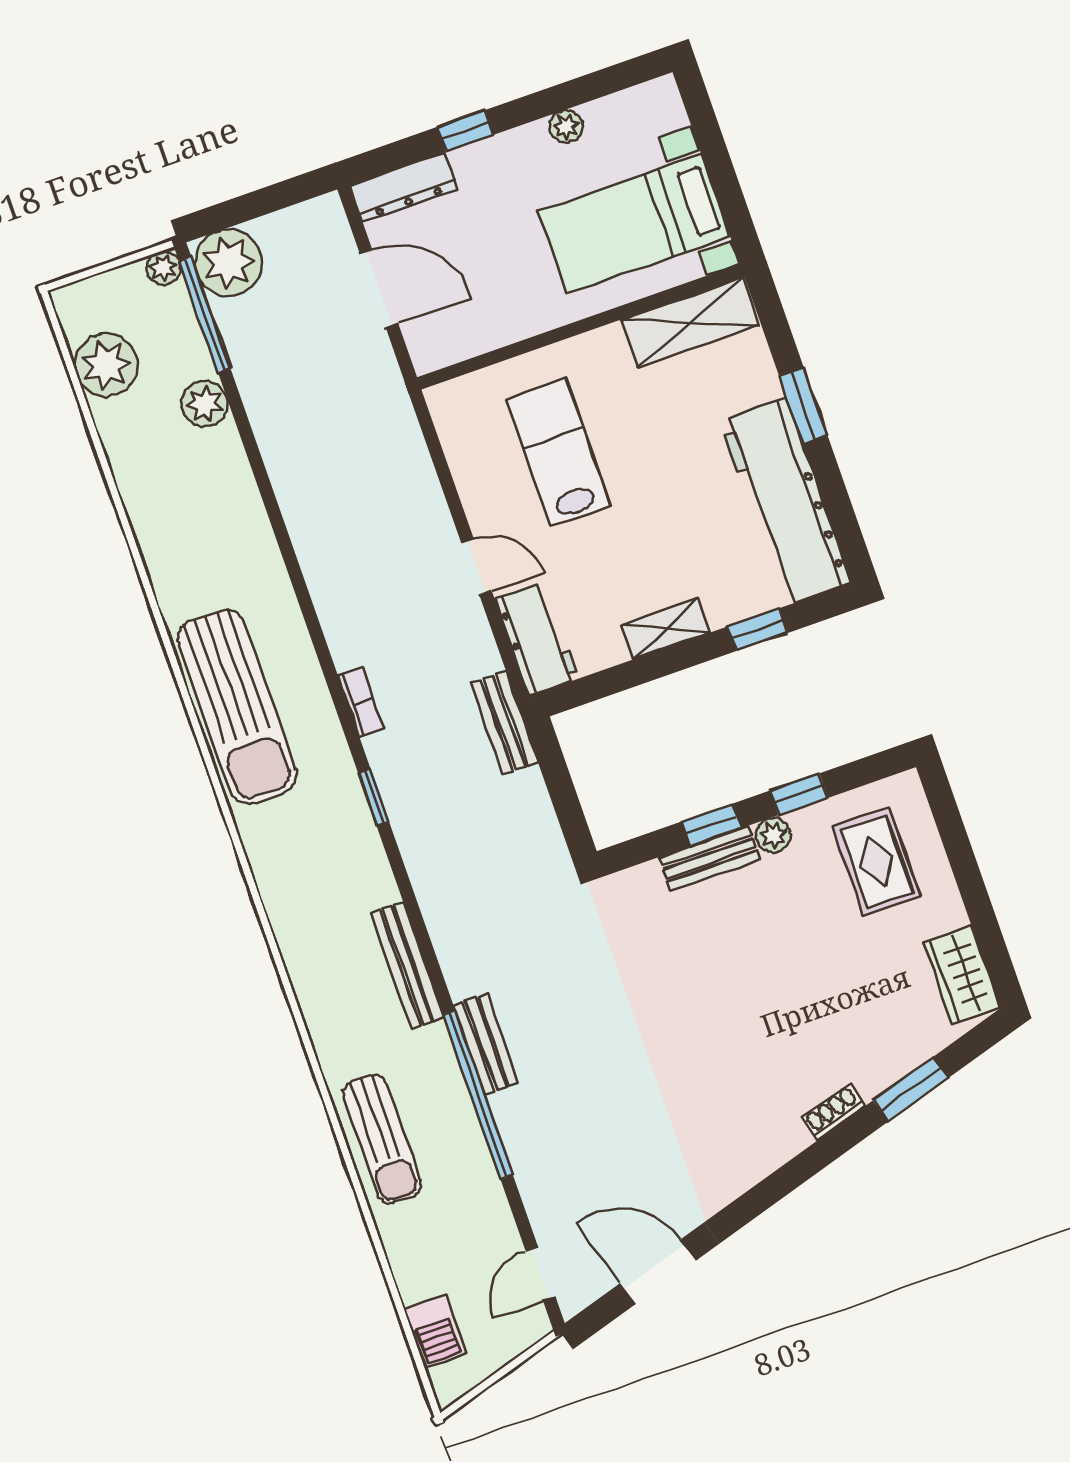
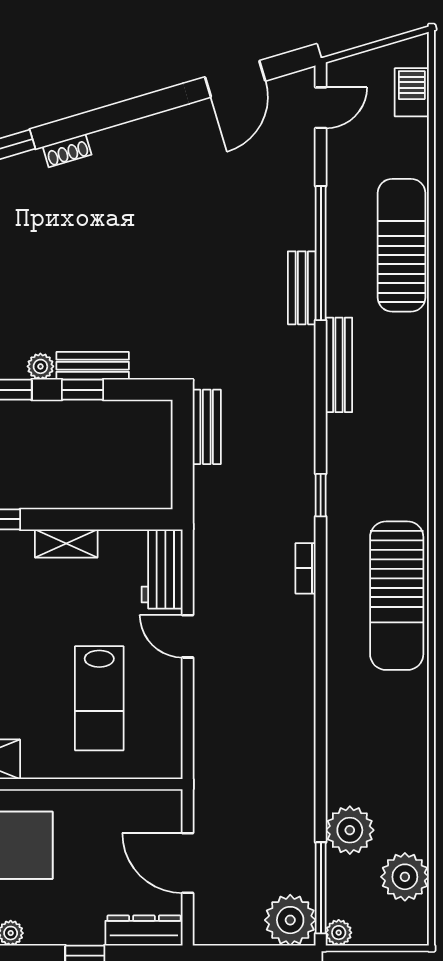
plant: (205, 404) -> (350, 830), width x1.36, depth x1.36
sun lounger: (237, 707) -> (397, 596), turned 180
bench: (505, 723) -> (207, 427), moved
sun lounger: (382, 1139) -> (402, 245), width x1.36, depth x1.34
door: (658, 1272) -> (235, 79), hinge flipped

